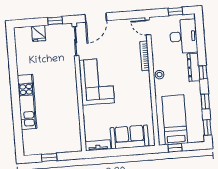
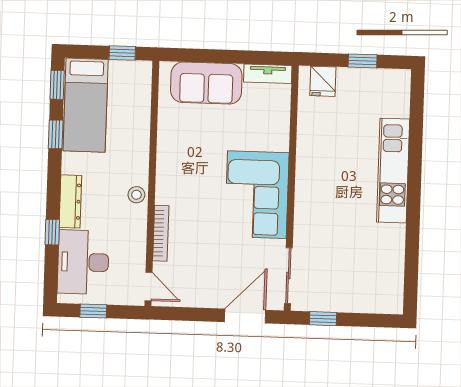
fridge: (39, 33) -> (323, 81), moved, turned 180
window: (203, 72) -> (52, 232), moved
bed: (175, 120) -> (86, 105), moved

